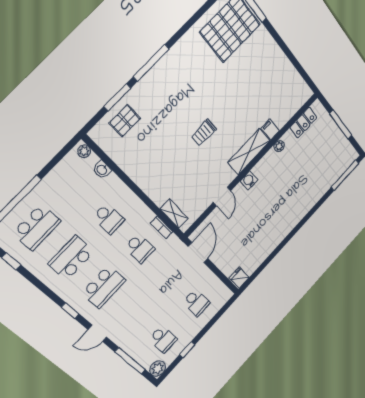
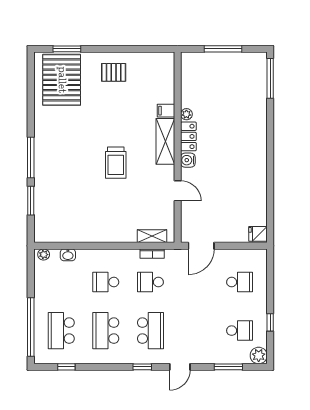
pallet: (125, 121) -> (114, 72), moved, turned 90
locker: (303, 123) -> (188, 136), moved
trolley: (204, 133) -> (116, 163), width x1.36, depth x1.39
school desk: (109, 219) -> (106, 282), turned 180
school desk: (37, 227) -> (61, 331), turned 180
school desk: (140, 248) -> (150, 282), turned 180
door: (198, 253) -> (201, 246), swing flipped
window: (130, 361) -> (228, 367), width x0.69

